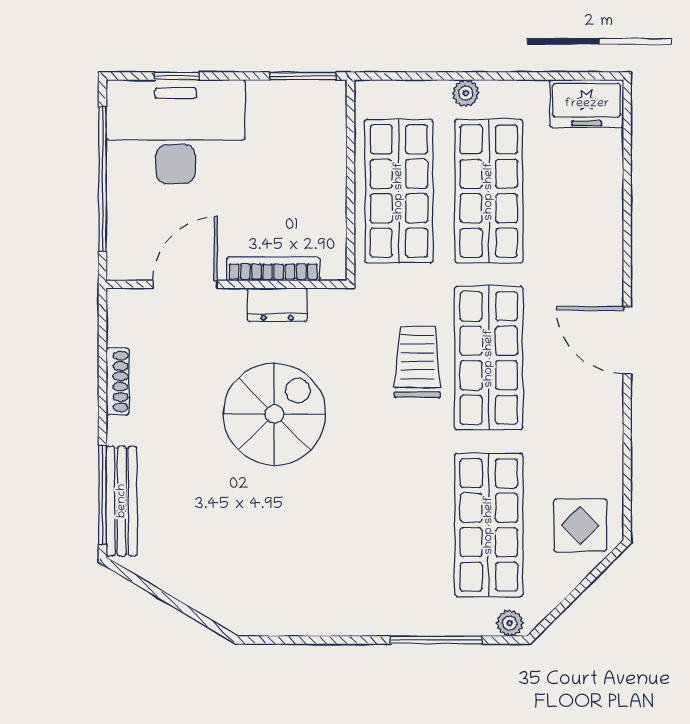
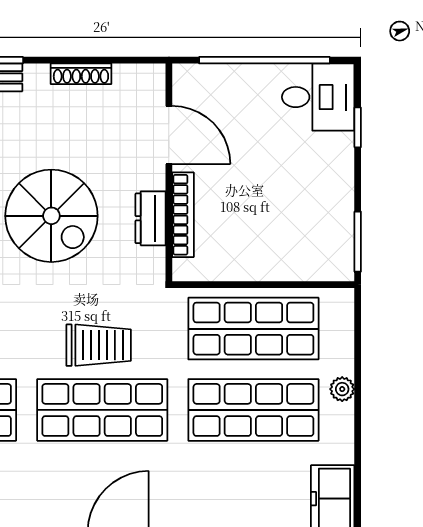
desk: (176, 132) -> (318, 97), width x0.53, depth x0.77

